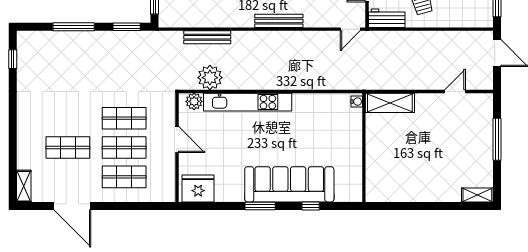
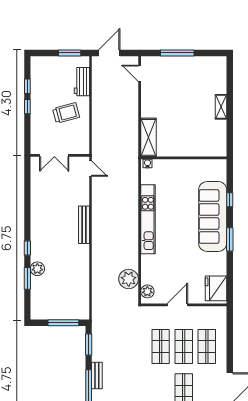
workbench: (387, 18) -> (82, 82), moved
bench: (207, 37) -> (97, 375), moved, width x0.73
door: (455, 91) -> (140, 73), moved
kitchen unit: (248, 102) -> (148, 219), moved
shelving: (477, 195) -> (221, 107), moved

